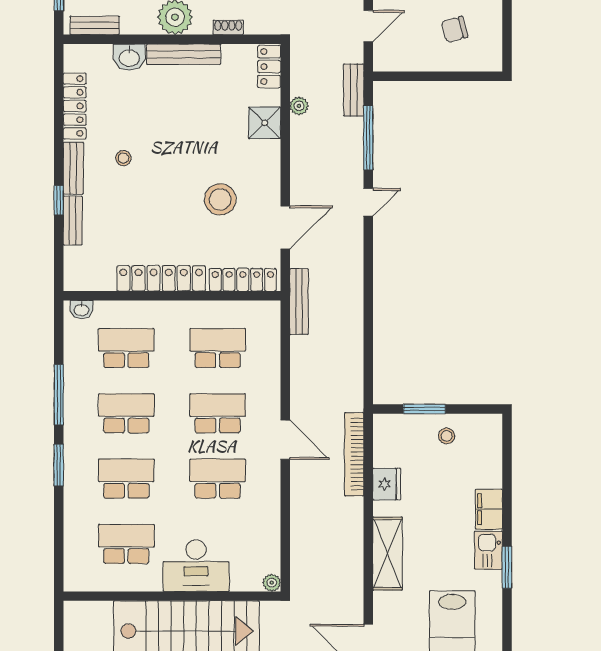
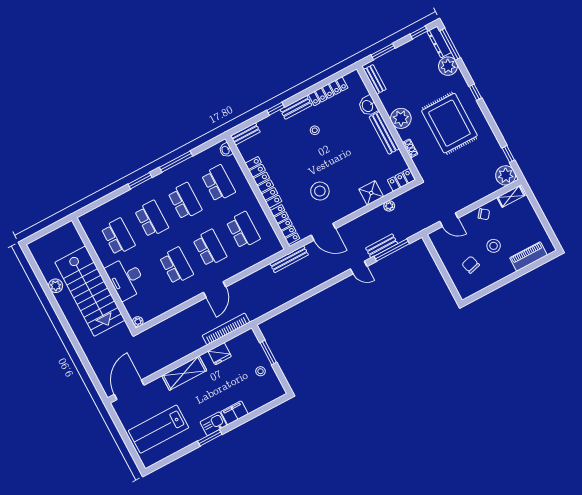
bench: (354, 90) -> (382, 246), moved
bench: (73, 220) -> (245, 134), moved

